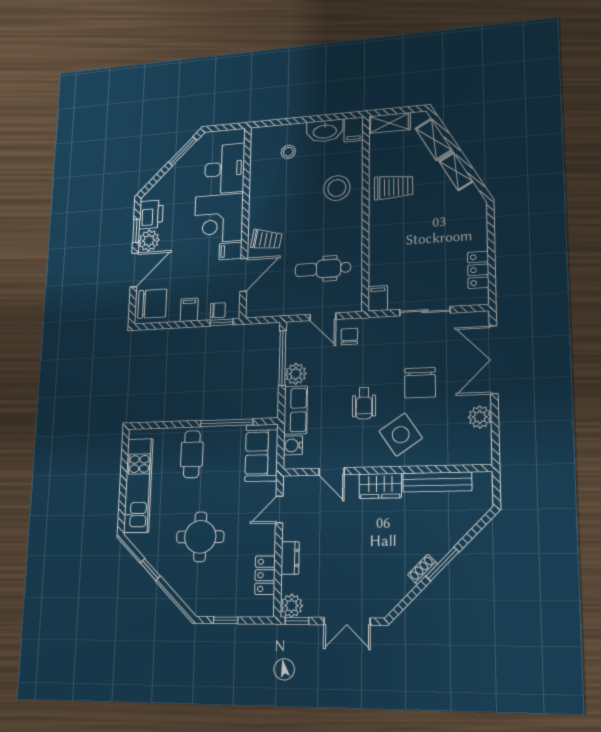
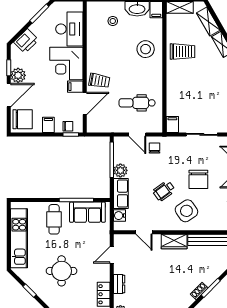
printer: (151, 214) -> (26, 41), moved, turned 45
wheelchair: (364, 403) -> (164, 191), turned 54
sofa: (262, 453) -> (87, 212), moved, turned -90

